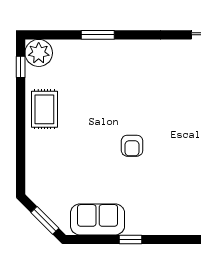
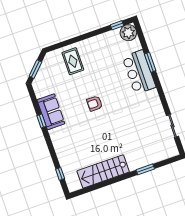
bar counter: (107, 58) -> (139, 72), added
rug: (44, 109) -> (73, 61), moved, turned 90
sofa: (98, 219) -> (51, 112), moved

